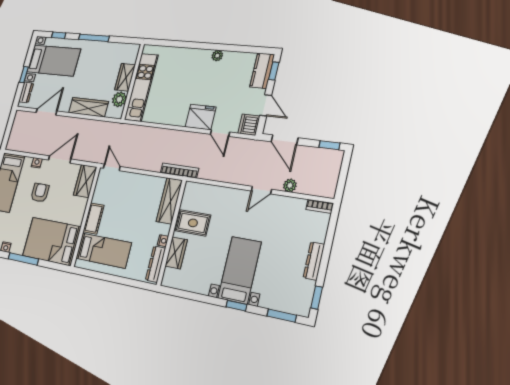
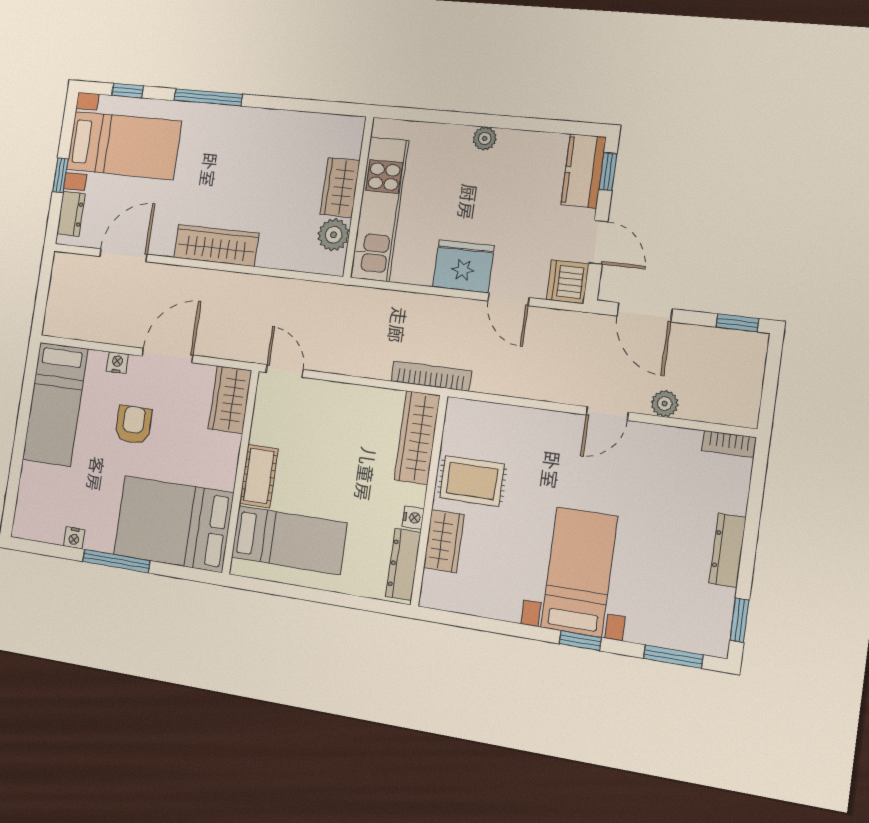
wardrobe: (125, 77) -> (340, 187), moved
wall: (133, 82) -> (358, 197), moved
kitchen unit: (141, 87) -> (380, 209), moved
plant: (119, 99) -> (334, 235), moved

